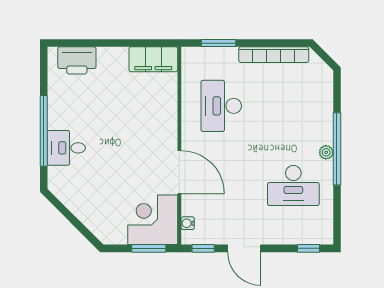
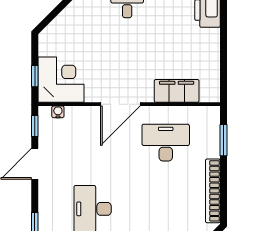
filing cabinet: (153, 59) -> (177, 91), moved, turned 90
door: (179, 172) -> (120, 104), moved
window: (149, 248) -> (35, 76), width x0.67

